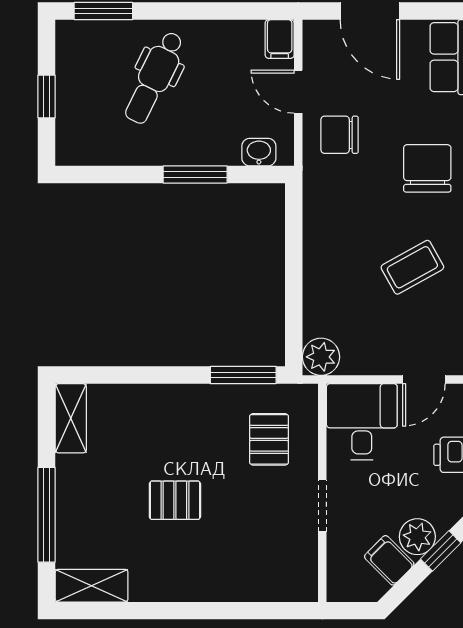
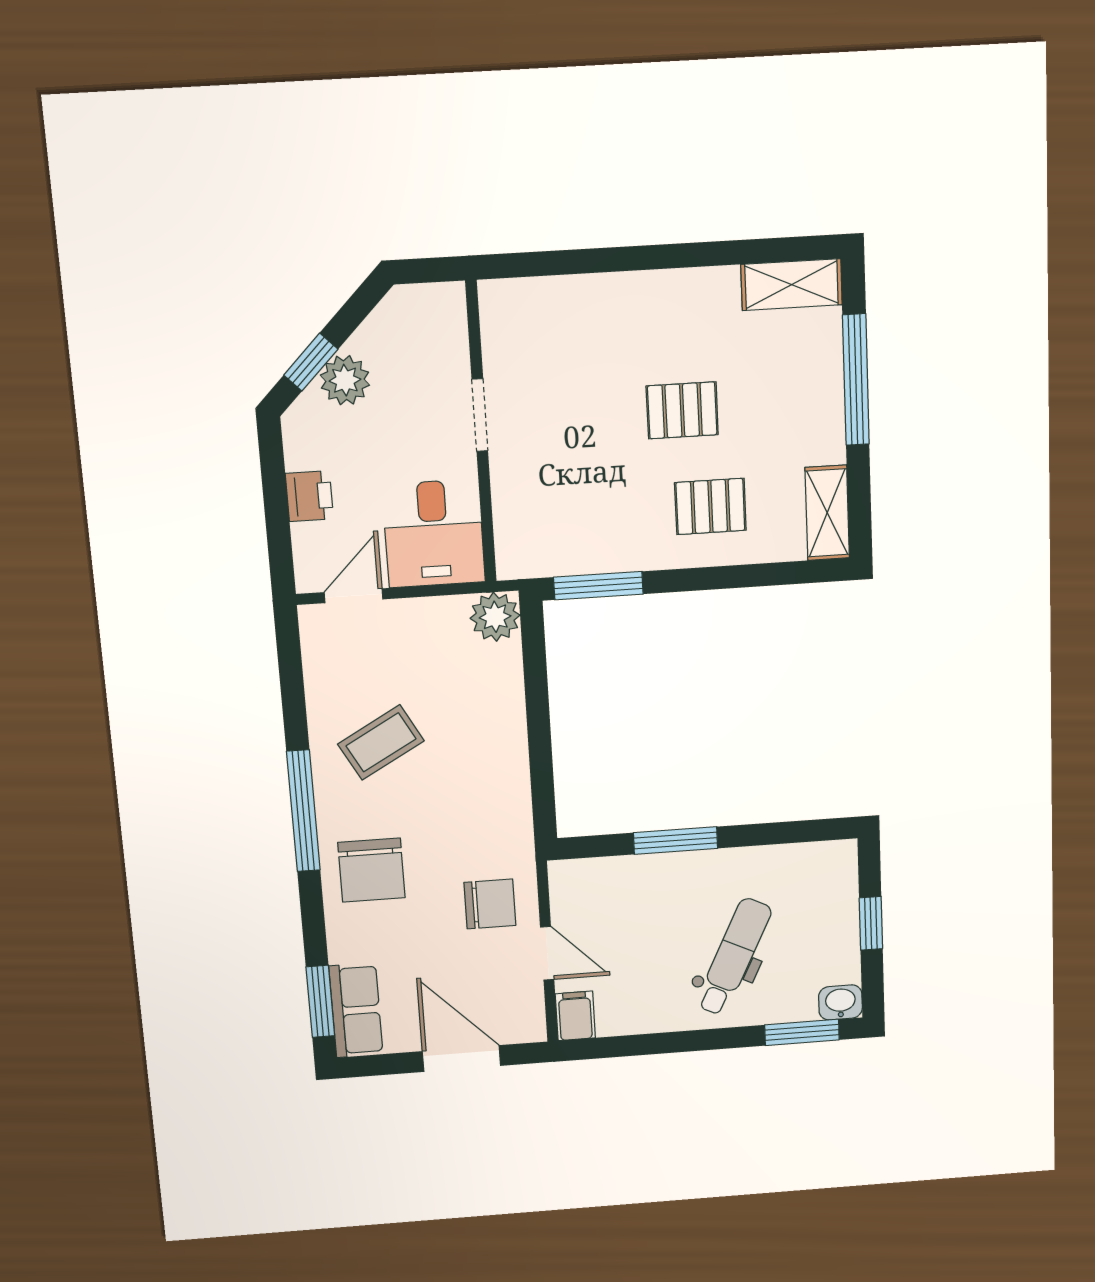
washbasin: (259, 152) -> (840, 1002), moved, turned 180
pallet: (269, 439) -> (710, 506), moved, turned 90
filing cabinet: (389, 560) -> (382, 345), removed

